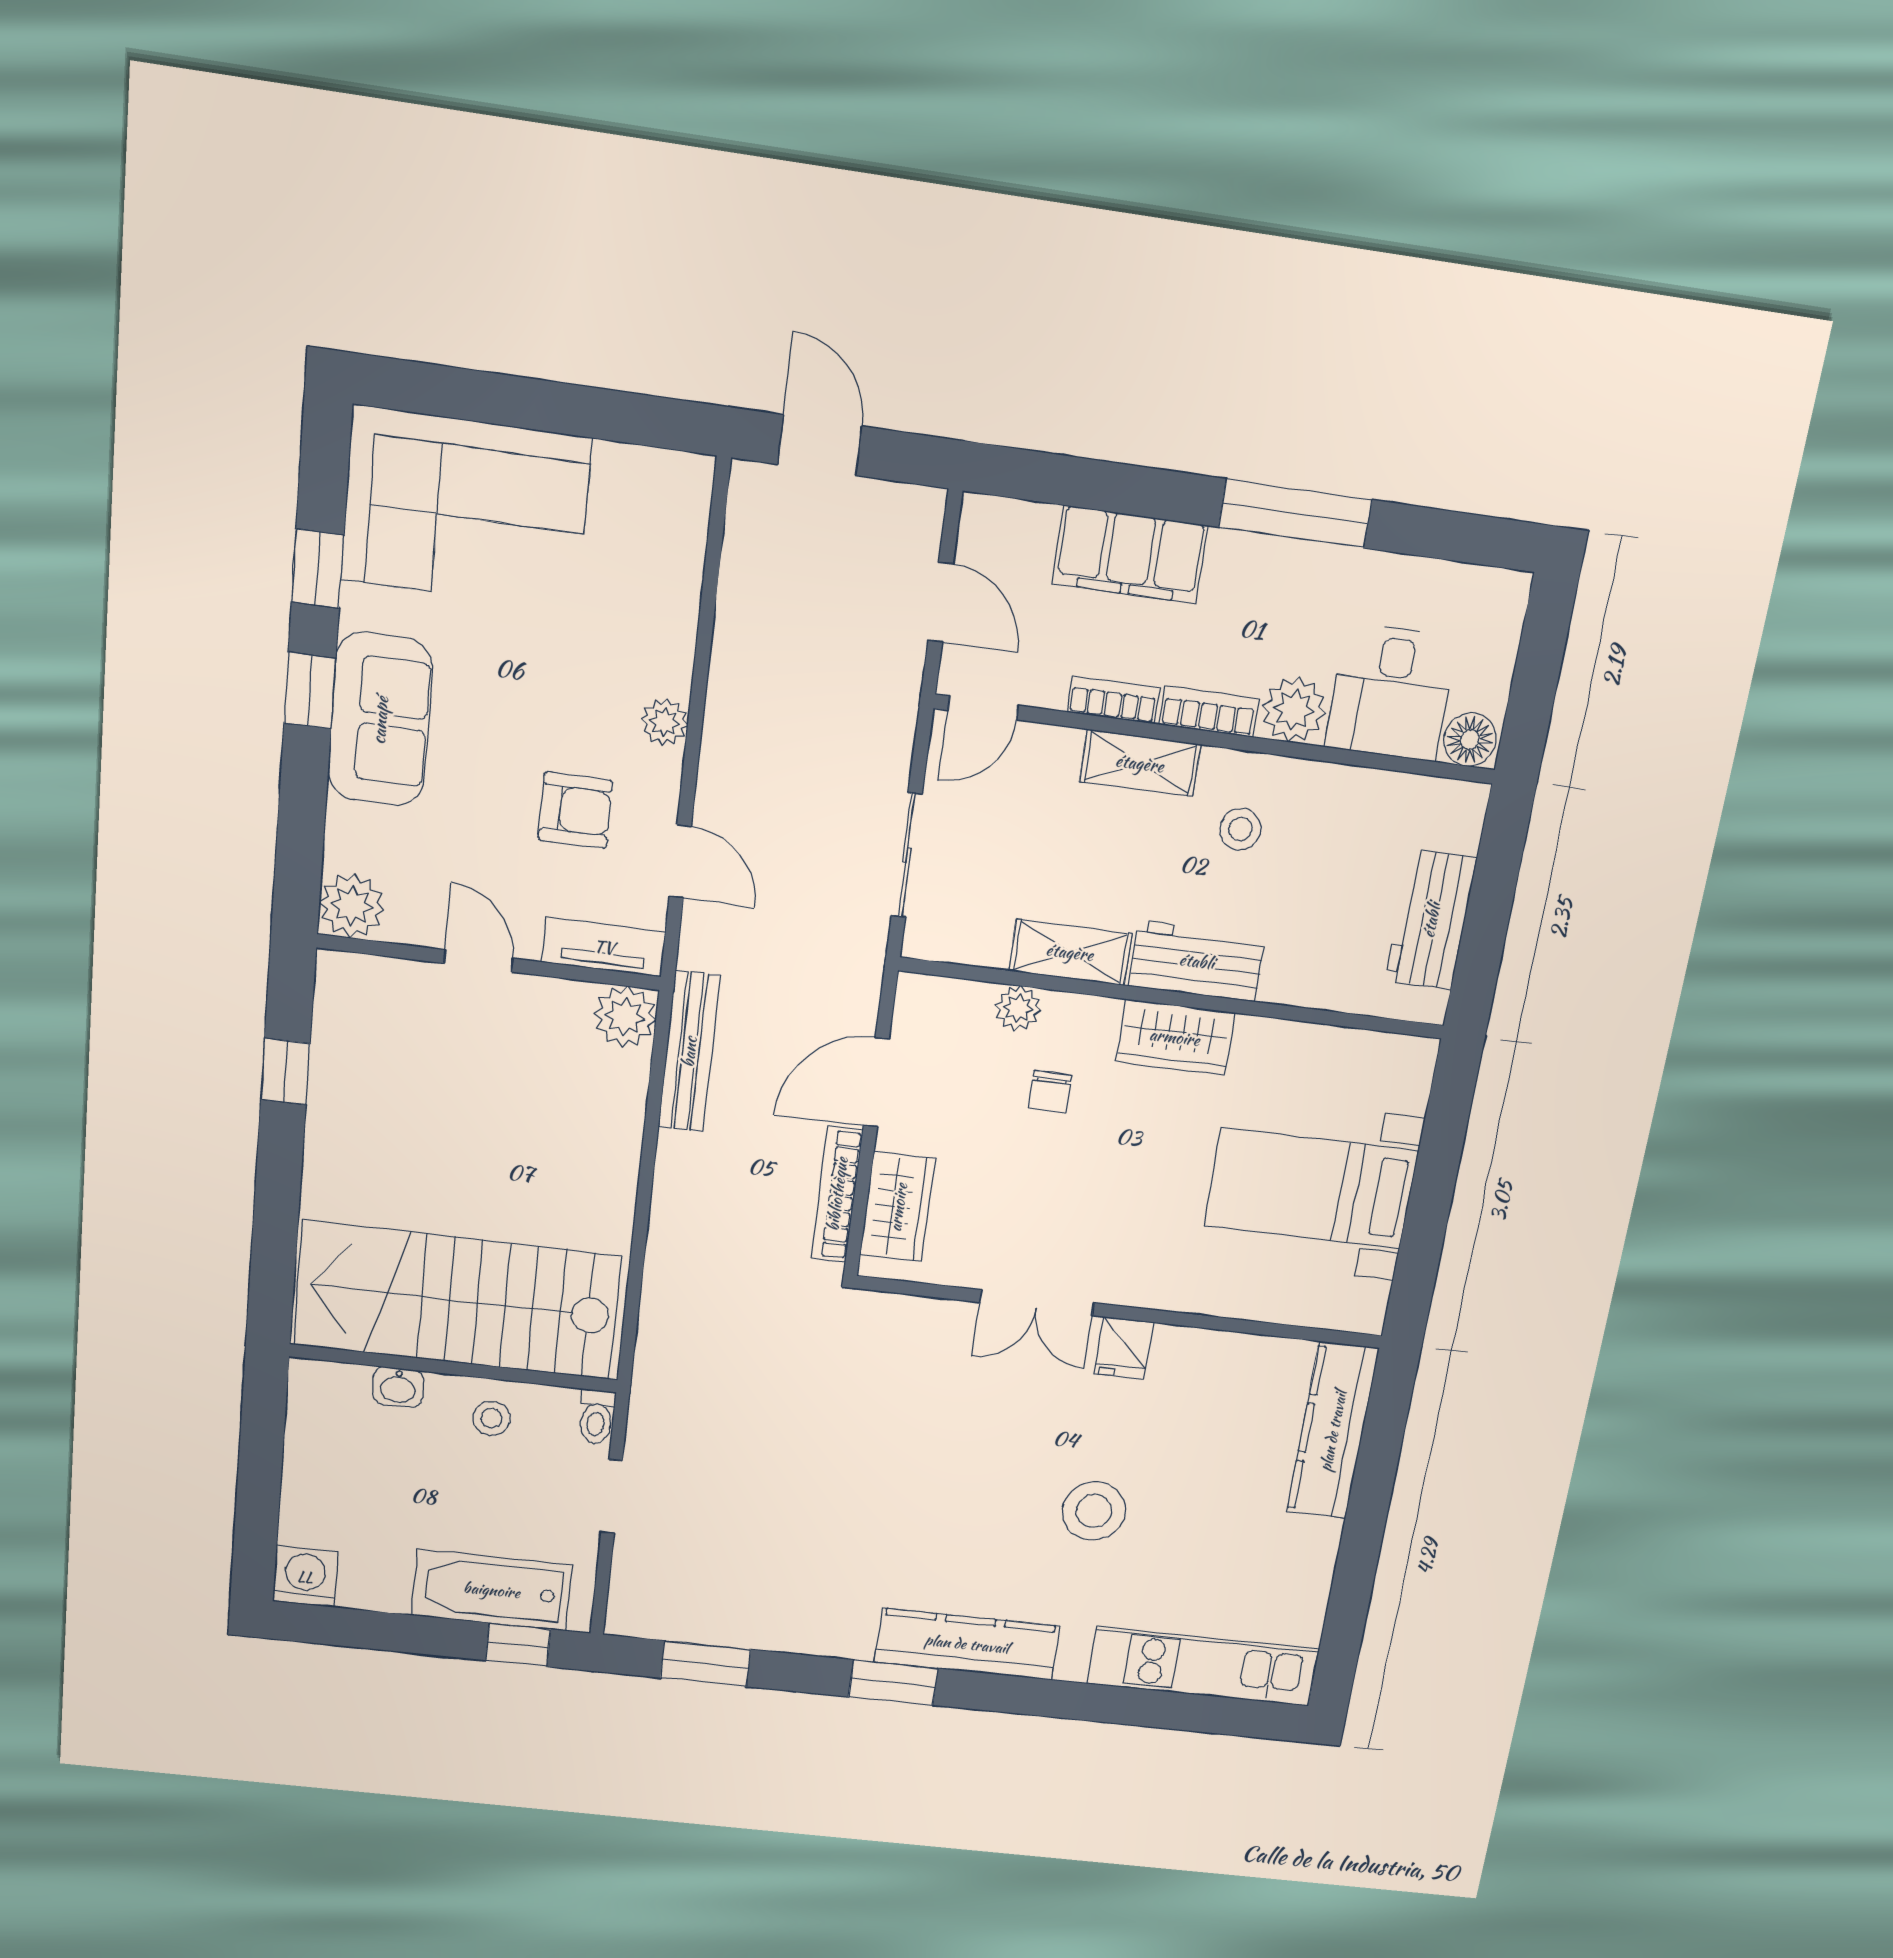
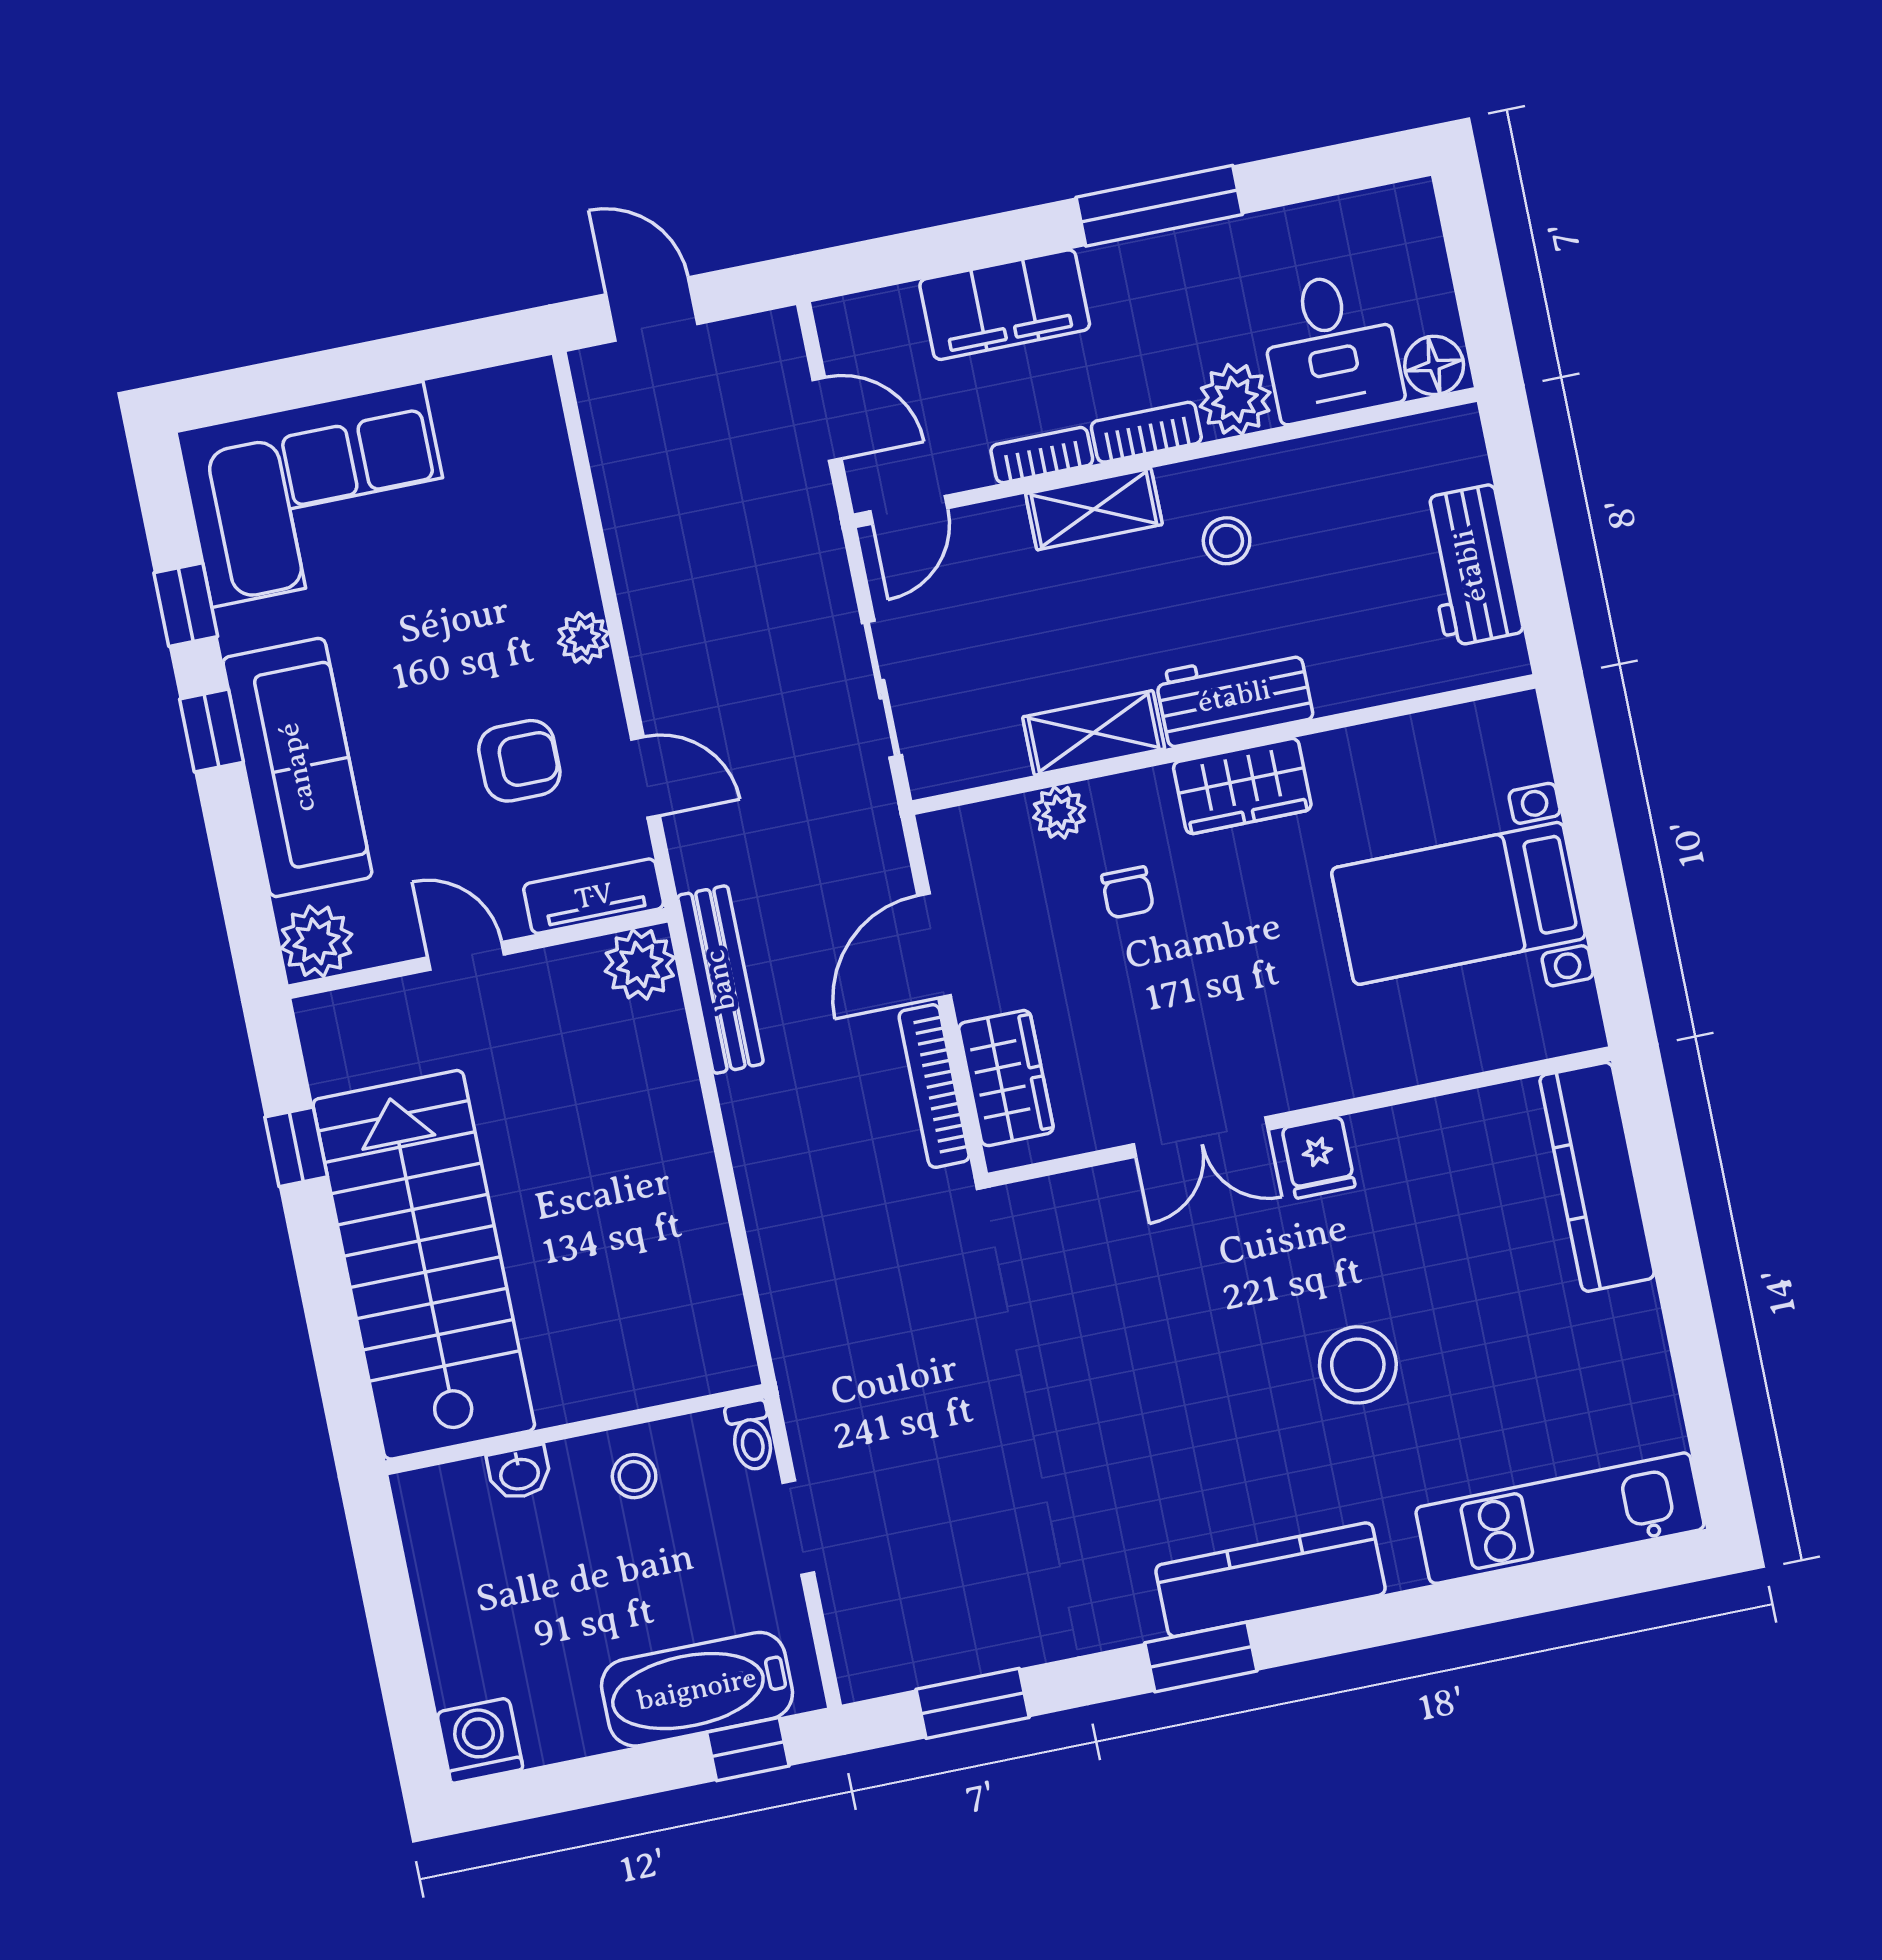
sofa: (380, 720) -> (297, 767), width x1.36
stairs: (457, 1300) -> (424, 1265), moved, turned 90

